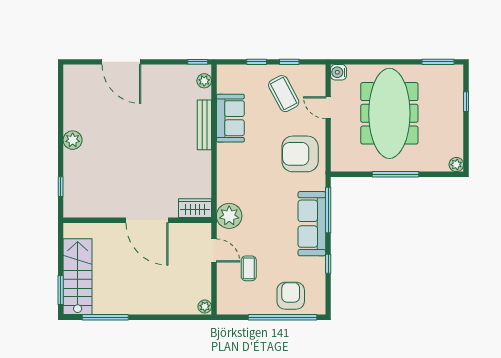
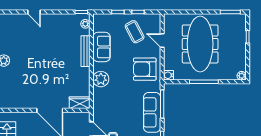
door: (121, 62) -> (34, 12), width x0.53
water cooler: (339, 72) -> (169, 75), moved
plant: (229, 216) -> (101, 79), moved

